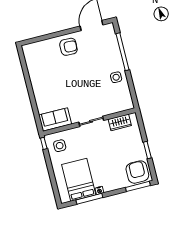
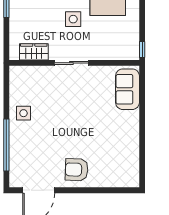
sofa: (55, 120) -> (127, 89), moved, turned 90
side table: (60, 146) -> (73, 19), moved

